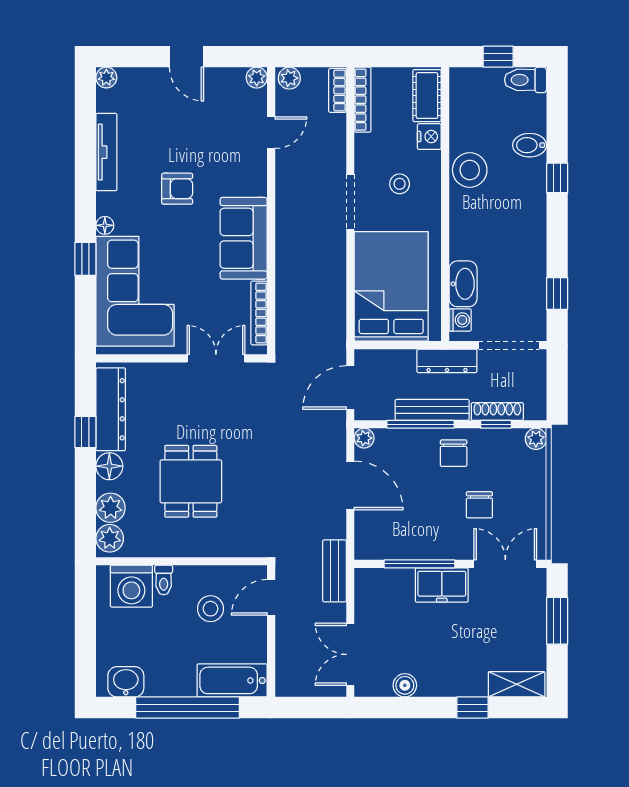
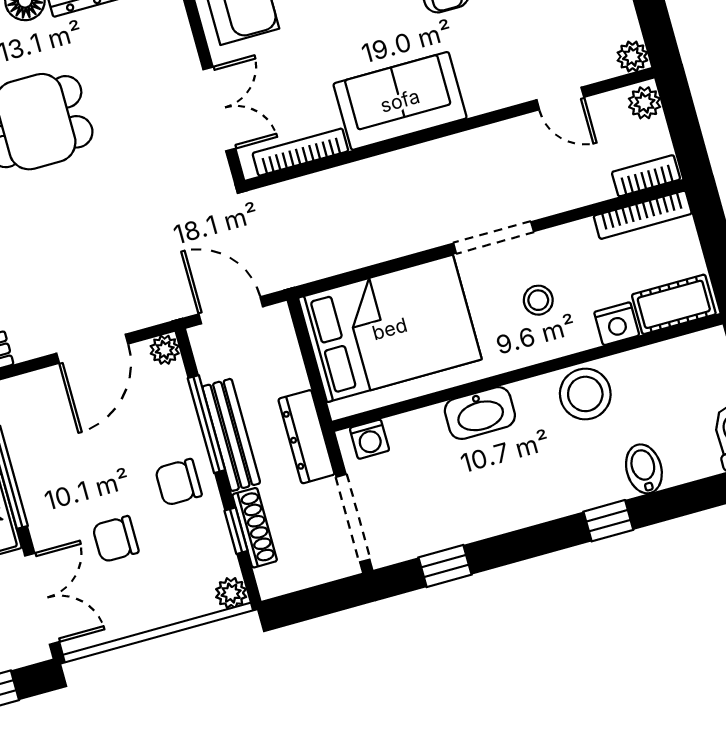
washbasin: (463, 284) -> (480, 413), moved

